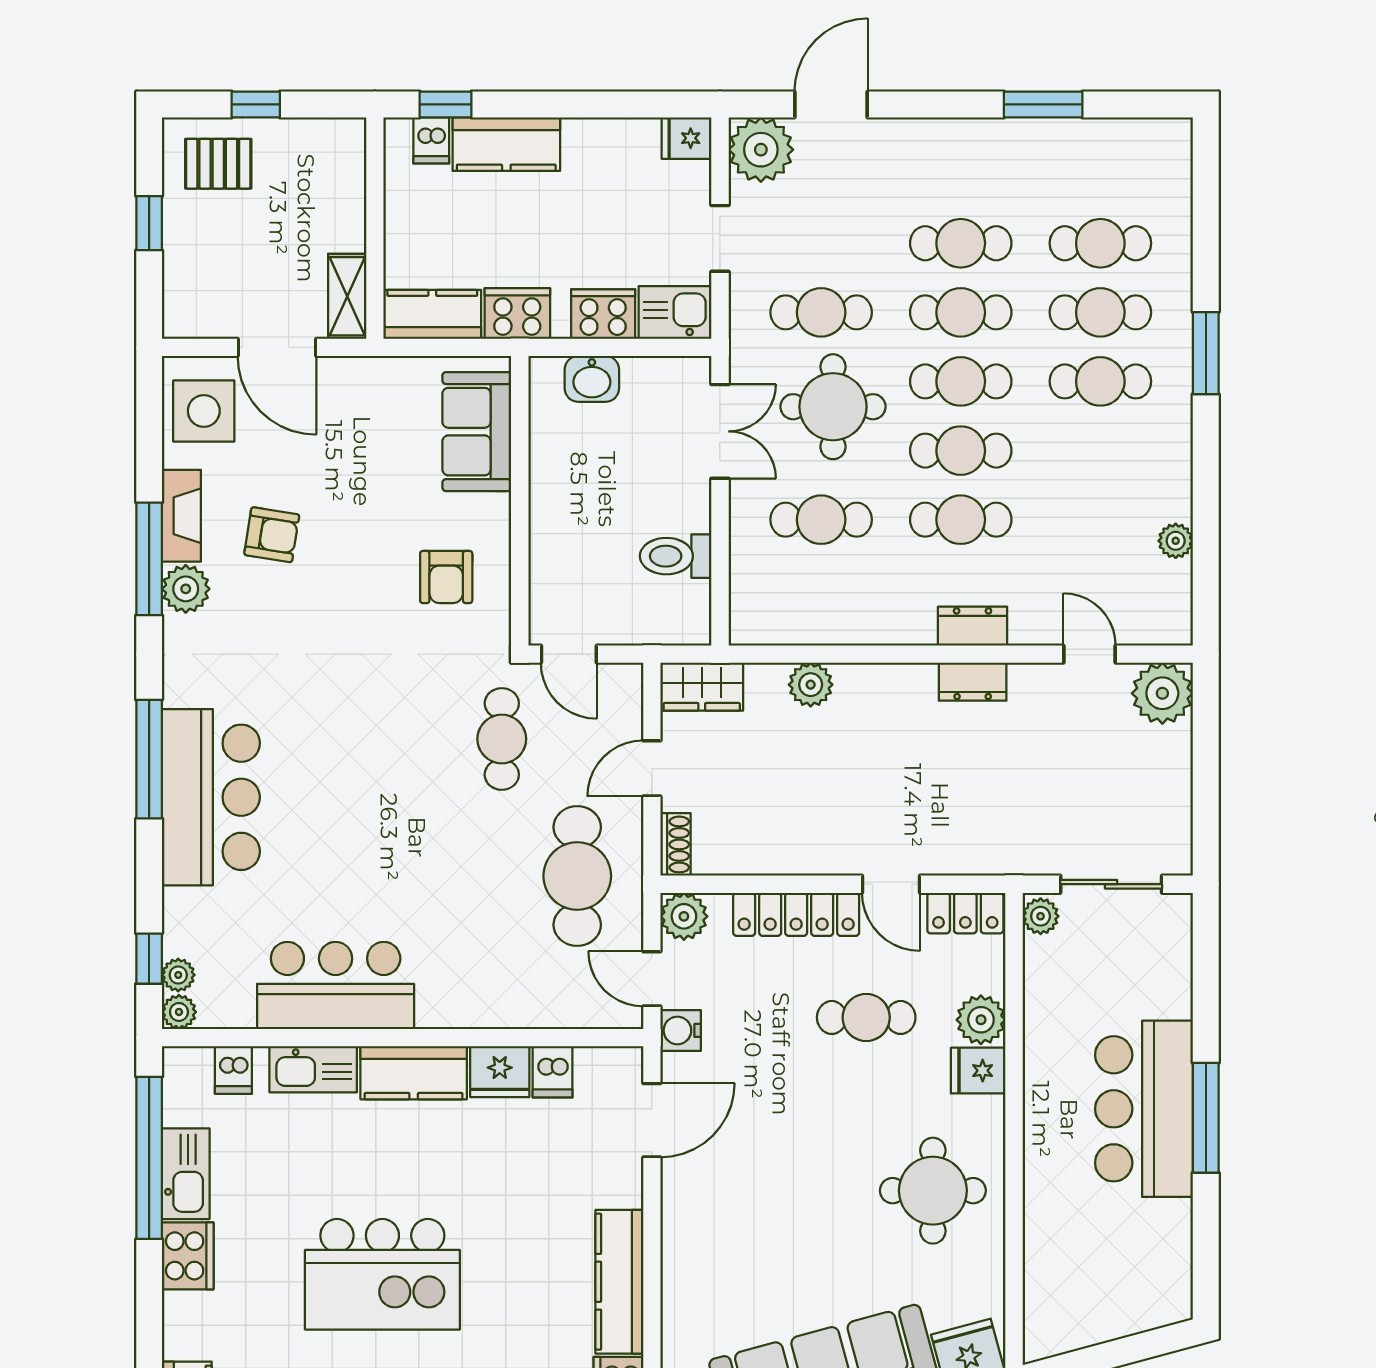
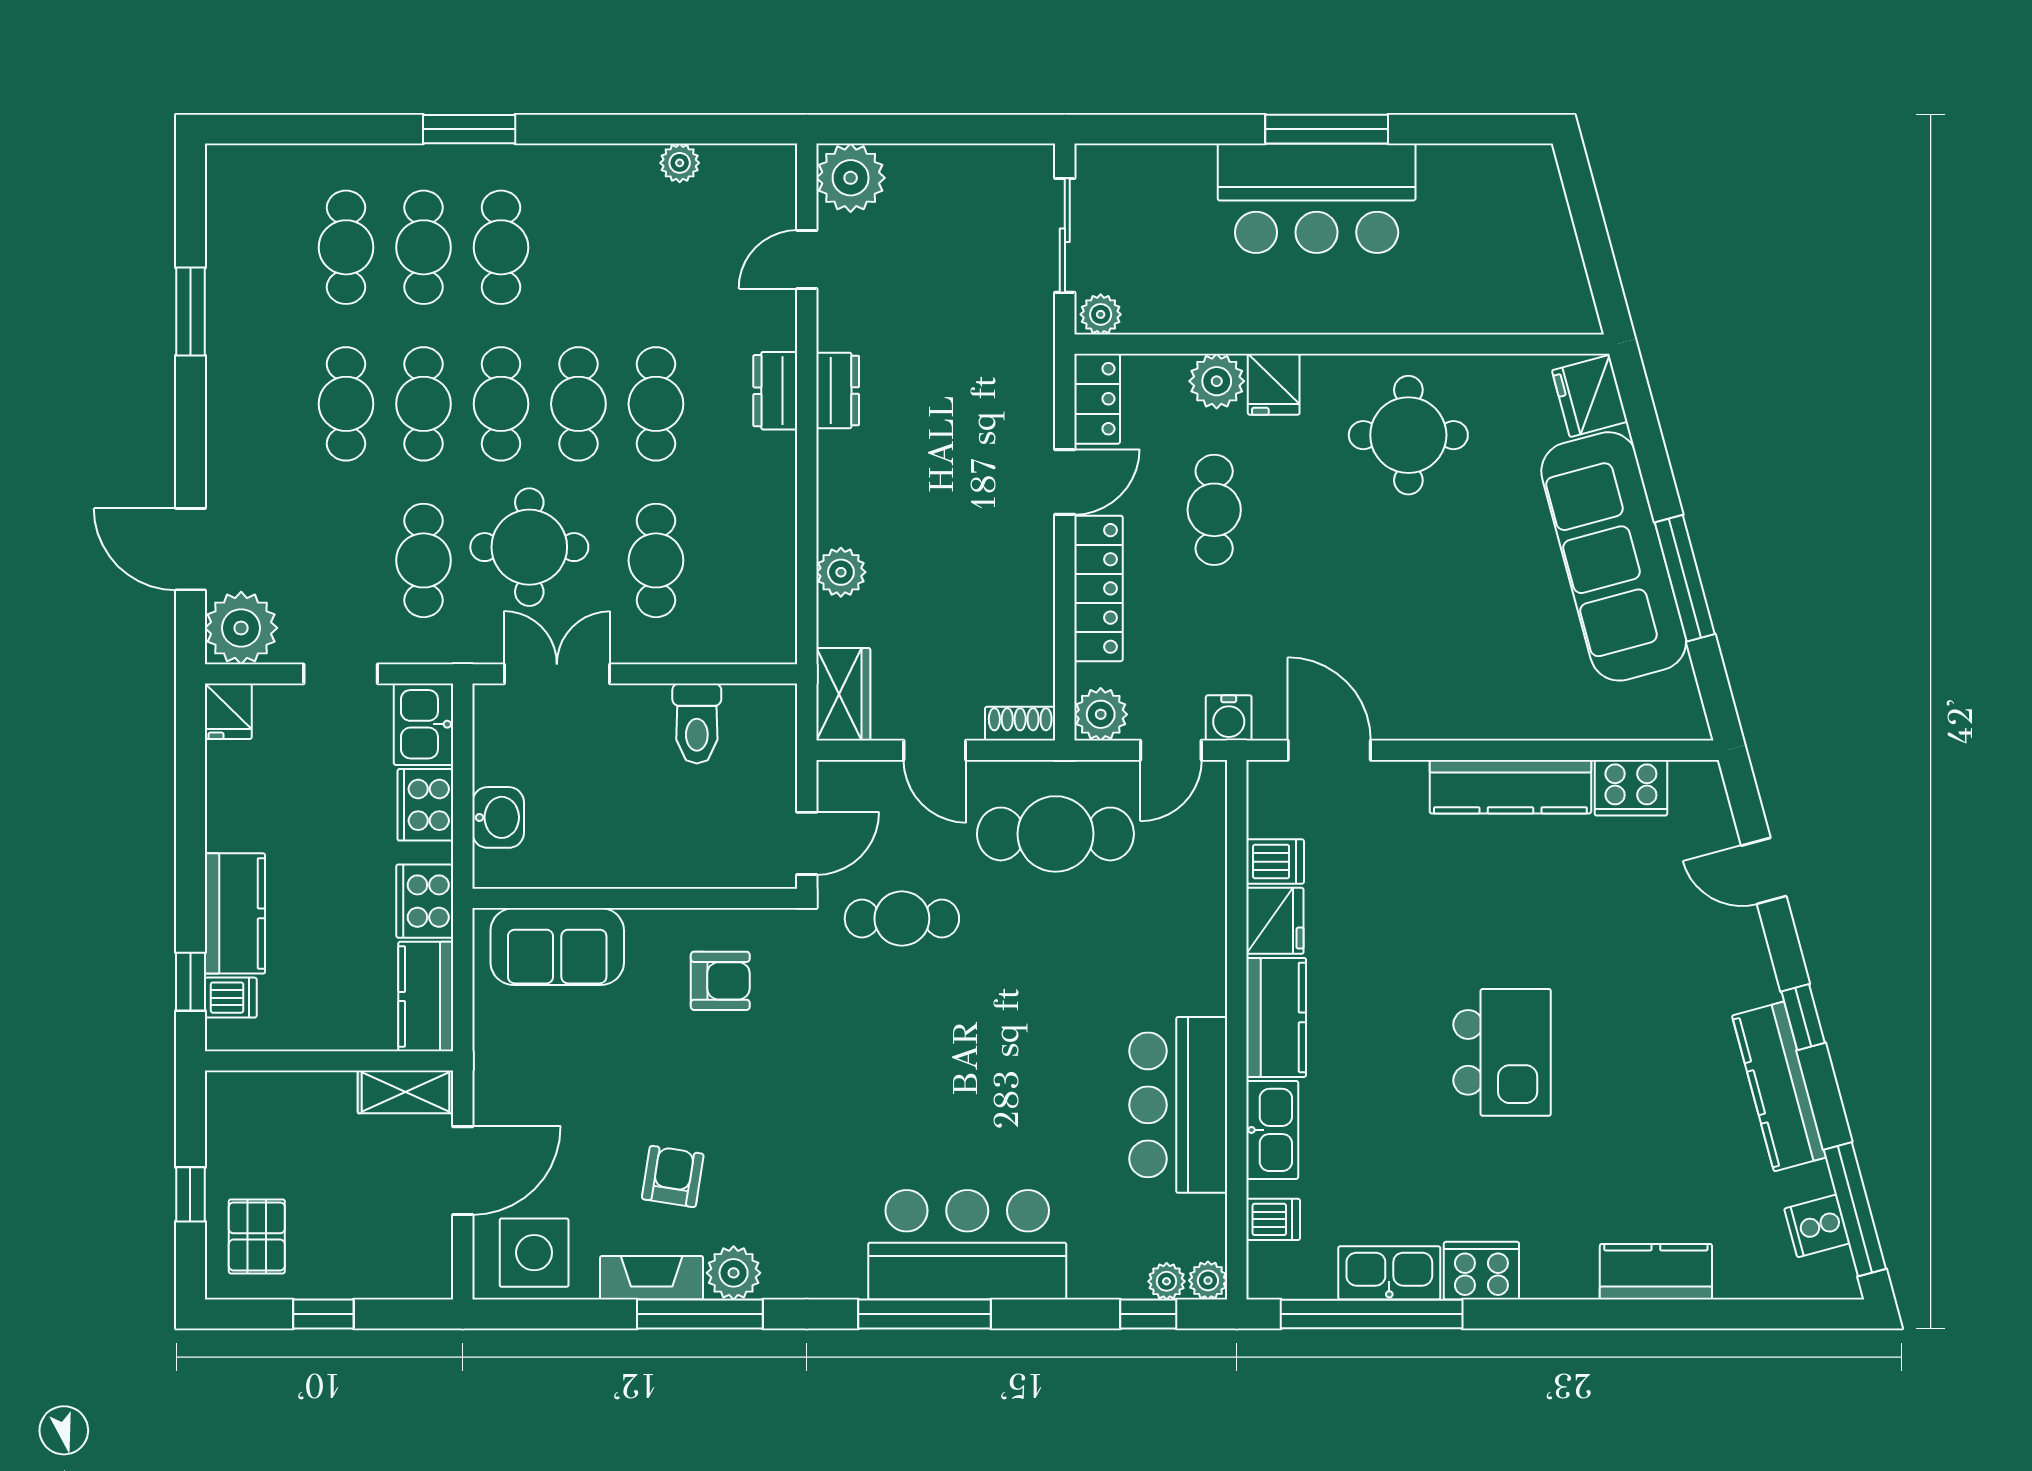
kitchen island: (382, 1274) -> (1502, 1052), width x0.73, depth x0.78

